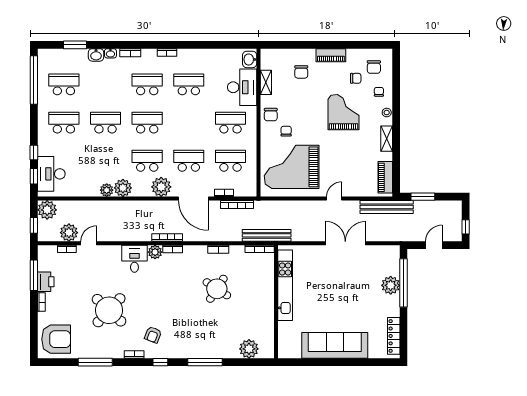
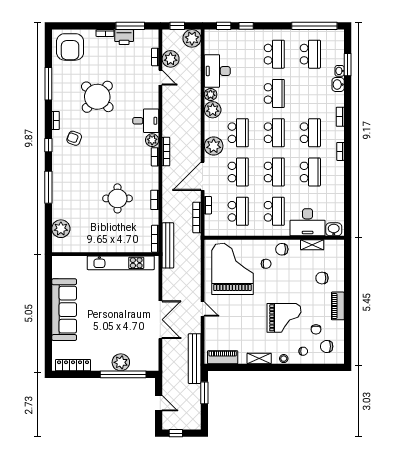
washbasin: (110, 53) -> (340, 71), moved
school desk: (189, 123) -> (274, 172), added
desk: (51, 174) -> (217, 71), moved, turned -90
round table: (217, 289) -> (117, 198), turned -33

